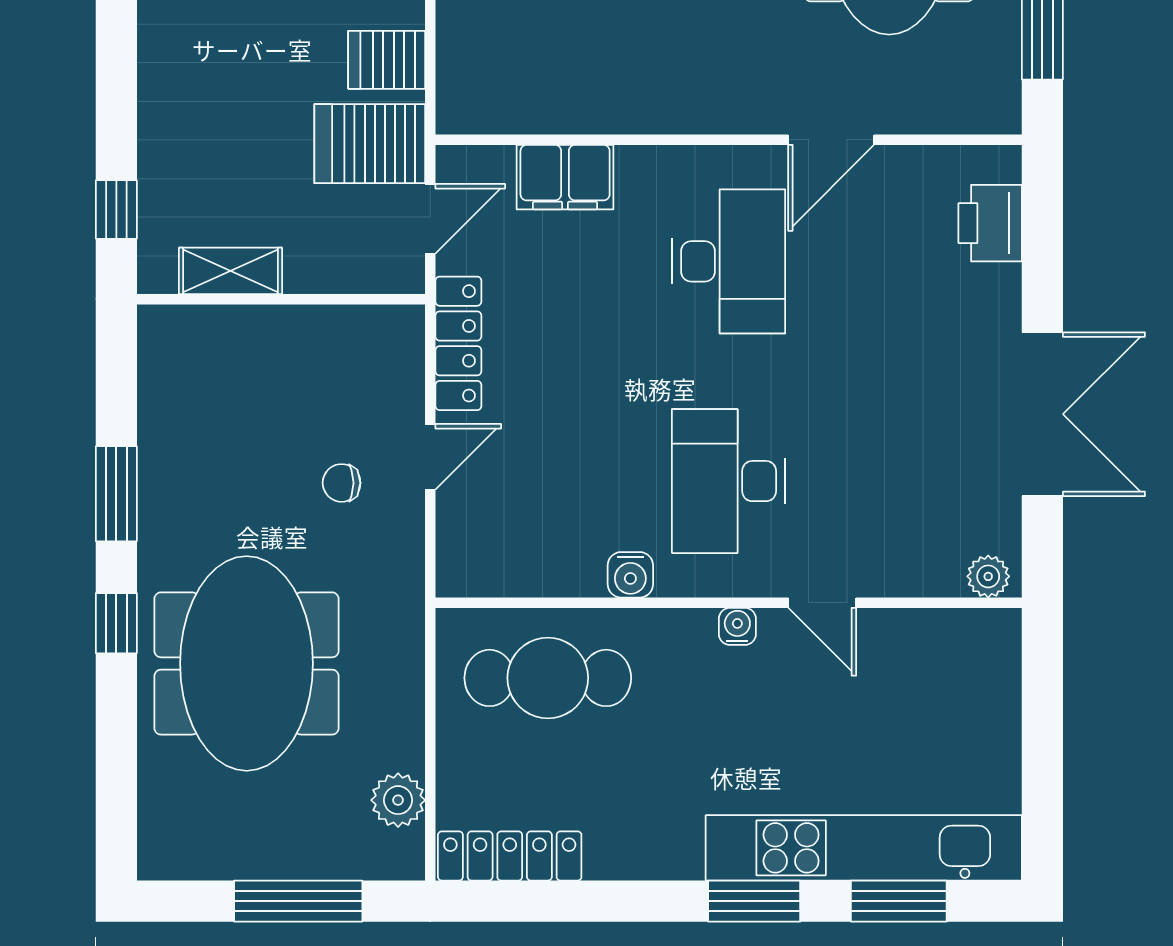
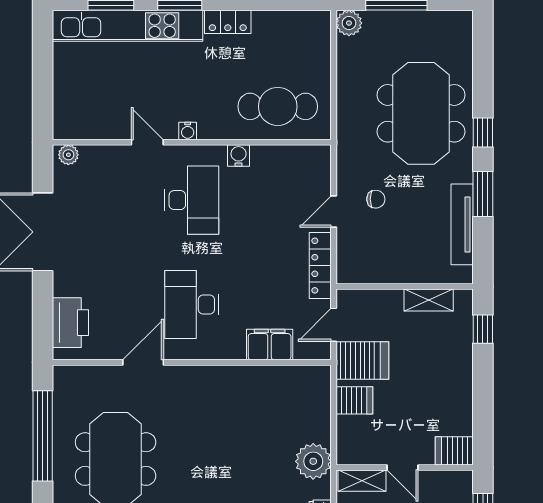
printer: (990, 223) -> (70, 323), width x1.37, depth x1.19
tv unit: (160, 430) -> (462, 224), added
plant: (398, 800) -> (349, 23), moved
locker: (510, 856) -> (228, 22), moved, width x0.66

